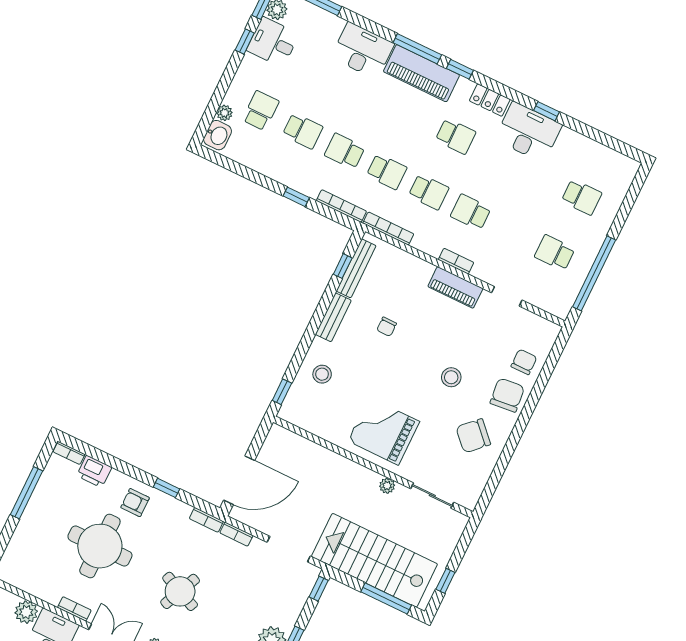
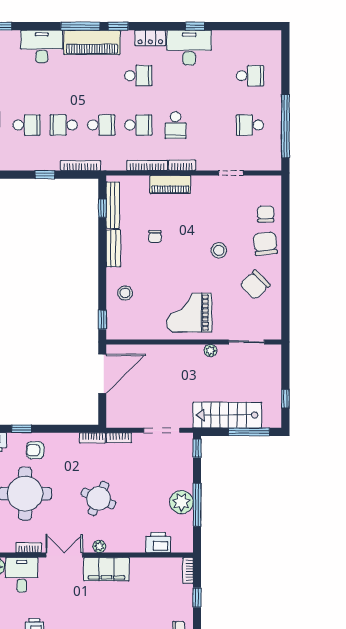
school desk: (471, 212) -> (175, 125), turned -90
bookcase: (388, 229) -> (147, 165), moved
piano: (455, 287) -> (170, 184), moved
door: (239, 480) -> (102, 374), moved
window: (166, 488) -> (22, 429), moved
stairs: (374, 560) -> (227, 415), width x0.73, depth x0.66

